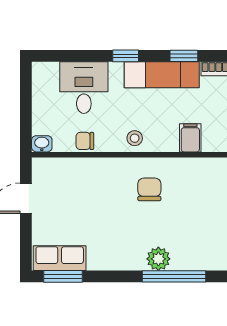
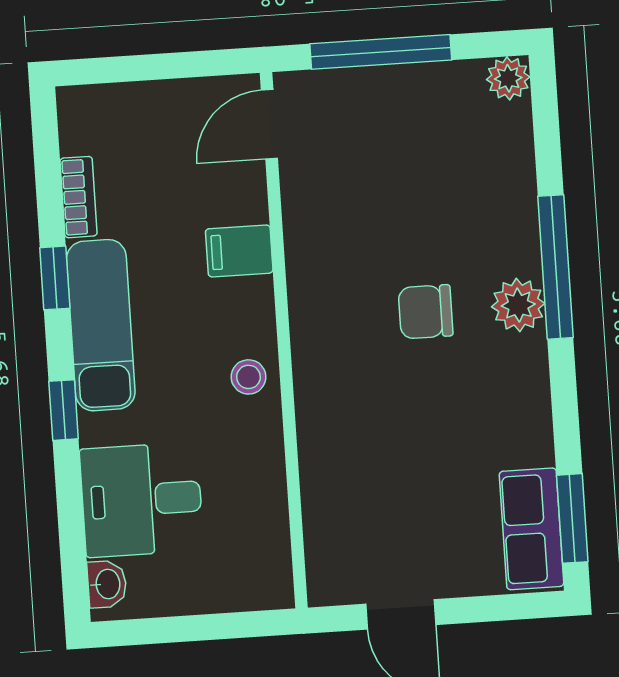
chair: (85, 141) -> (262, 489), removed
washbasin: (42, 144) -> (107, 584), moved, turned 180
chair: (149, 189) -> (426, 312), moved

